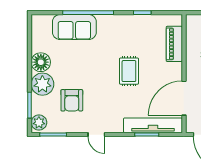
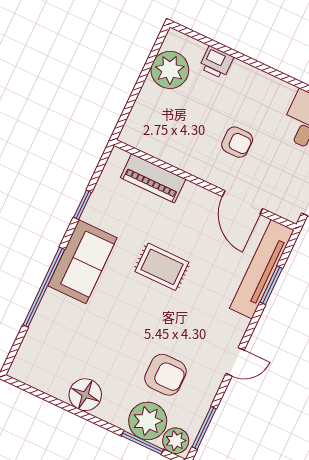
sofa: (74, 27) -> (82, 262), moved
plant: (42, 84) -> (148, 421), moved
door: (184, 98) -> (242, 202), width x0.73

